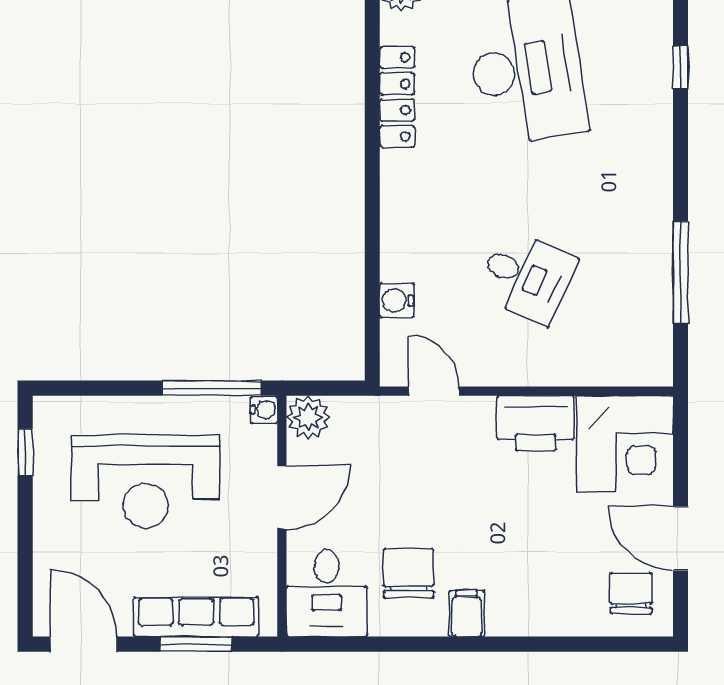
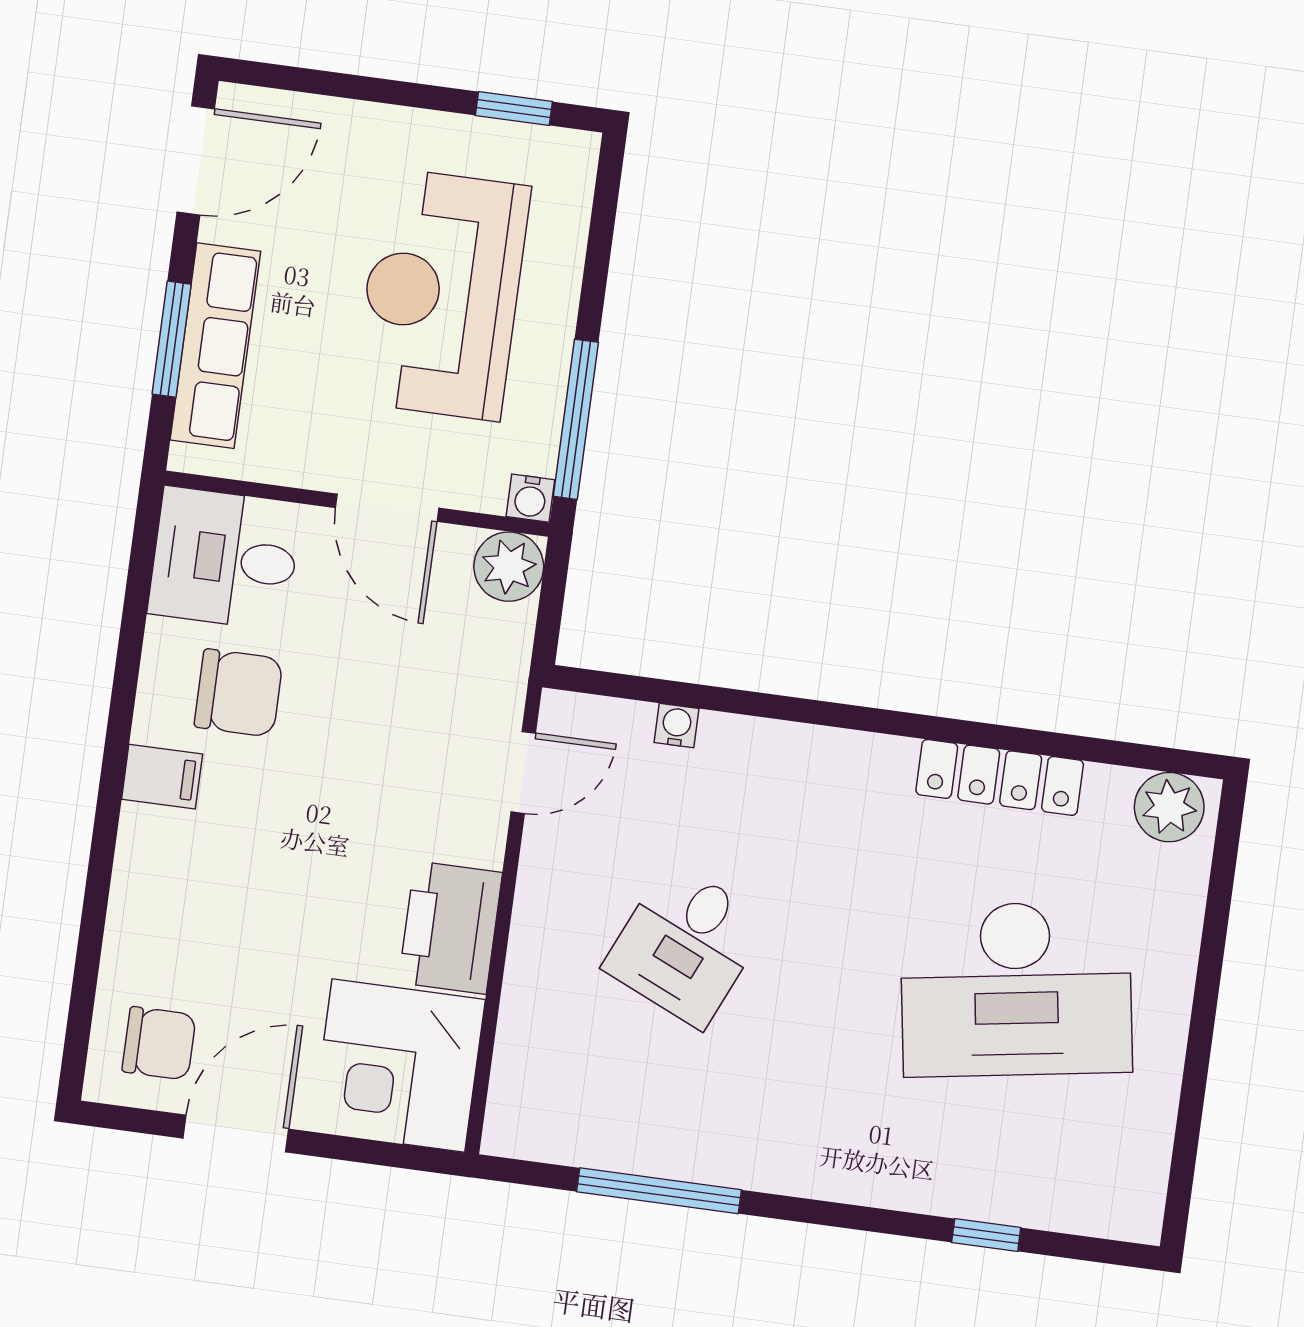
water cooler: (397, 301) -> (677, 726), width x0.72, depth x0.72

